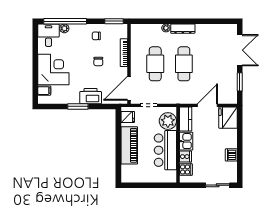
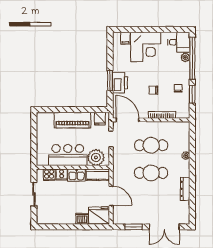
window: (114, 21) -> (192, 94), moved
dresser: (183, 29) -> (185, 189), moved
window: (78, 106) -> (110, 81), moved
dishwasher: (231, 155) -> (82, 219), moved
sliding door: (218, 185) -> (34, 194), moved

